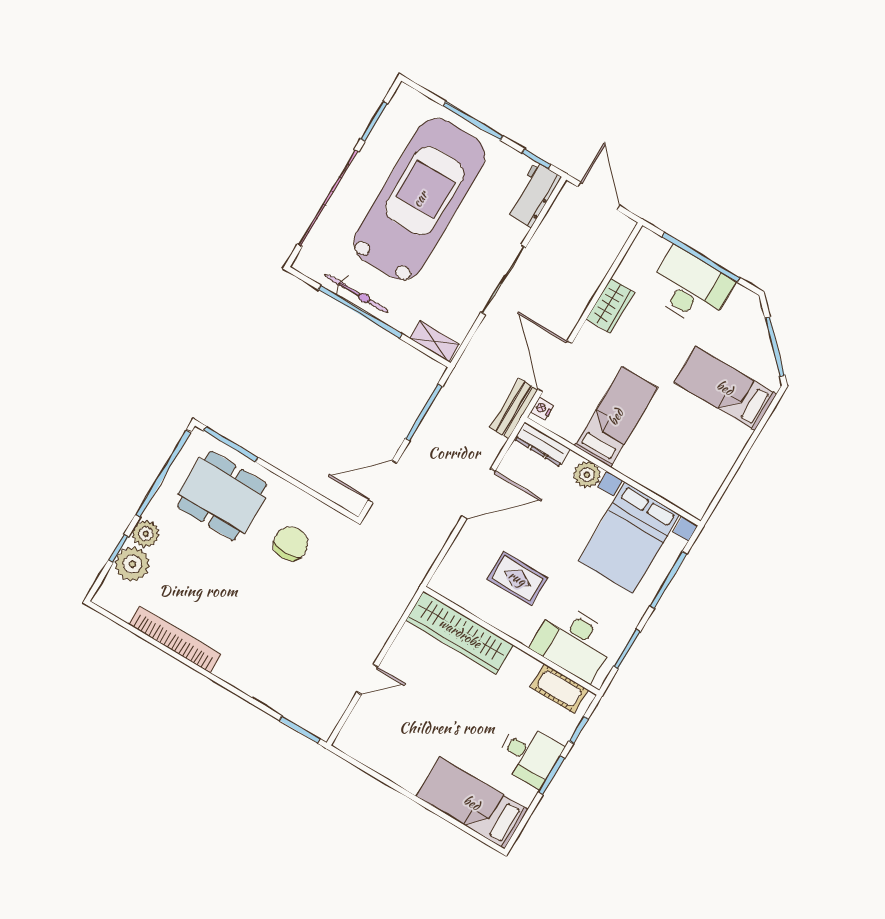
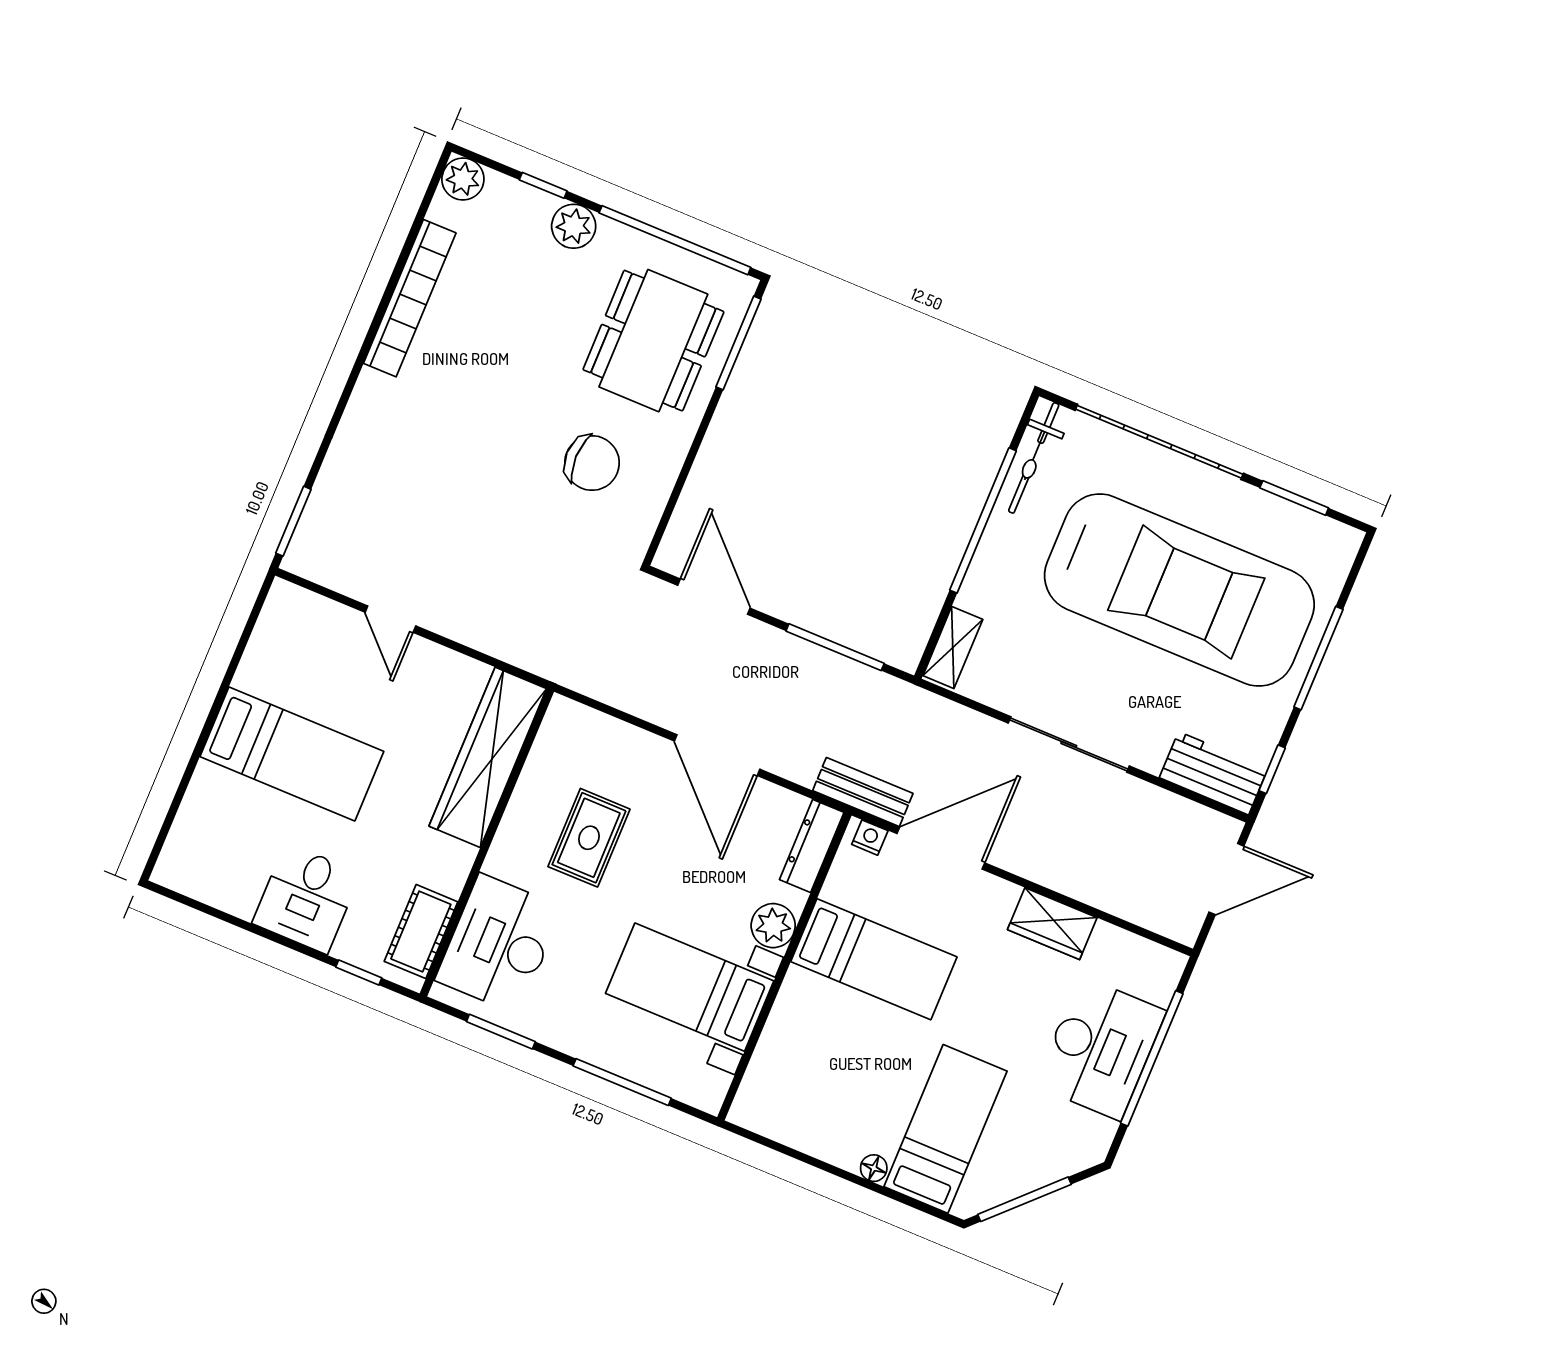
bicycle: (357, 294) -> (1034, 458), moved
floor lamp: (743, 435) -> (874, 1168), added
bed with nightstands: (629, 538) -> (690, 987), width x0.73
plant: (132, 564) -> (463, 179), moved, width x0.73, depth x0.73
window: (551, 775) -> (279, 939), removed
bed: (472, 803) -> (292, 754), moved, turned 90

